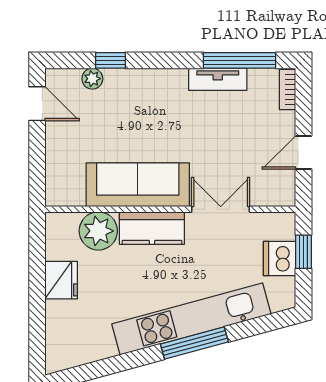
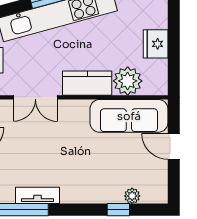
door: (37, 104) -> (174, 146), moved
sofa: (138, 185) -> (129, 116), moved

